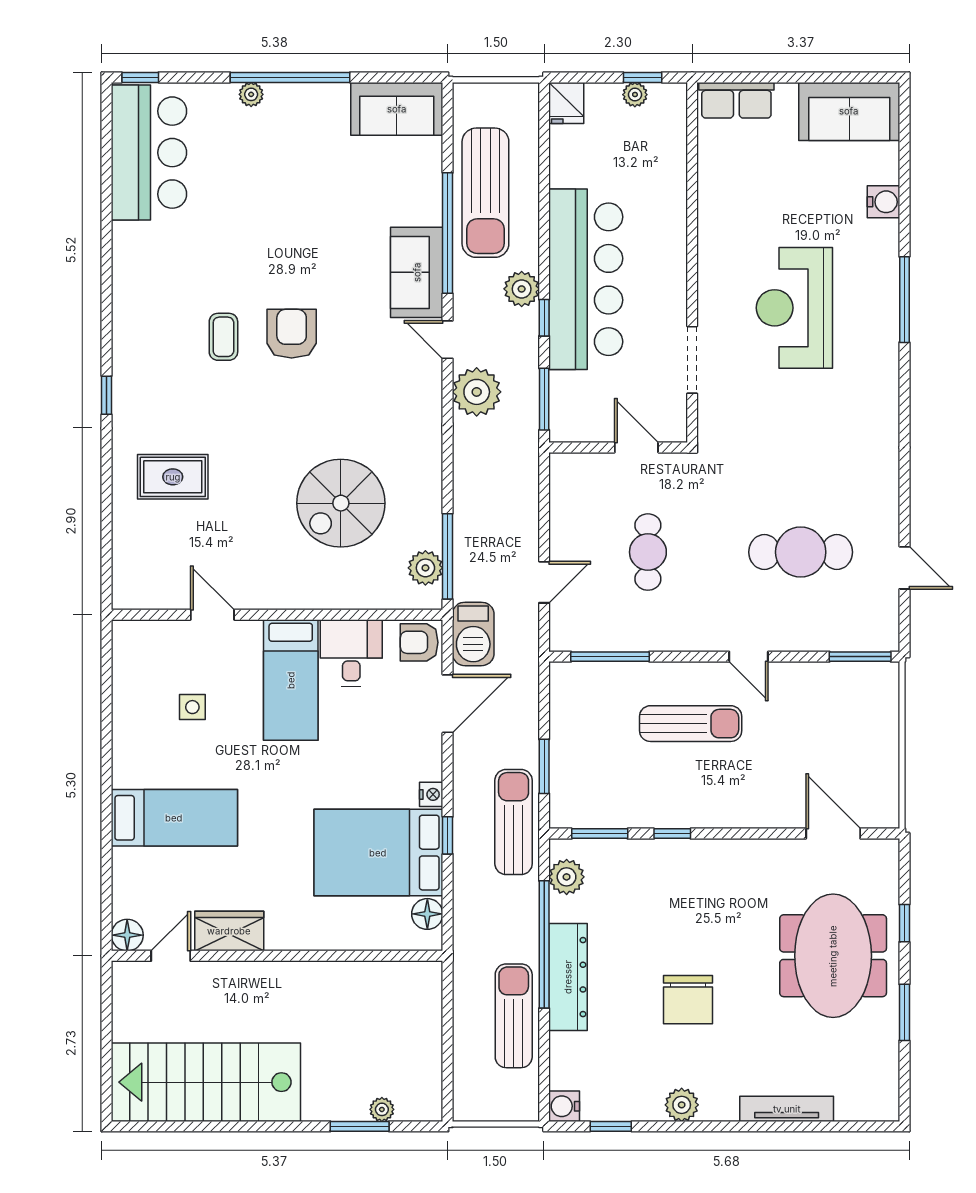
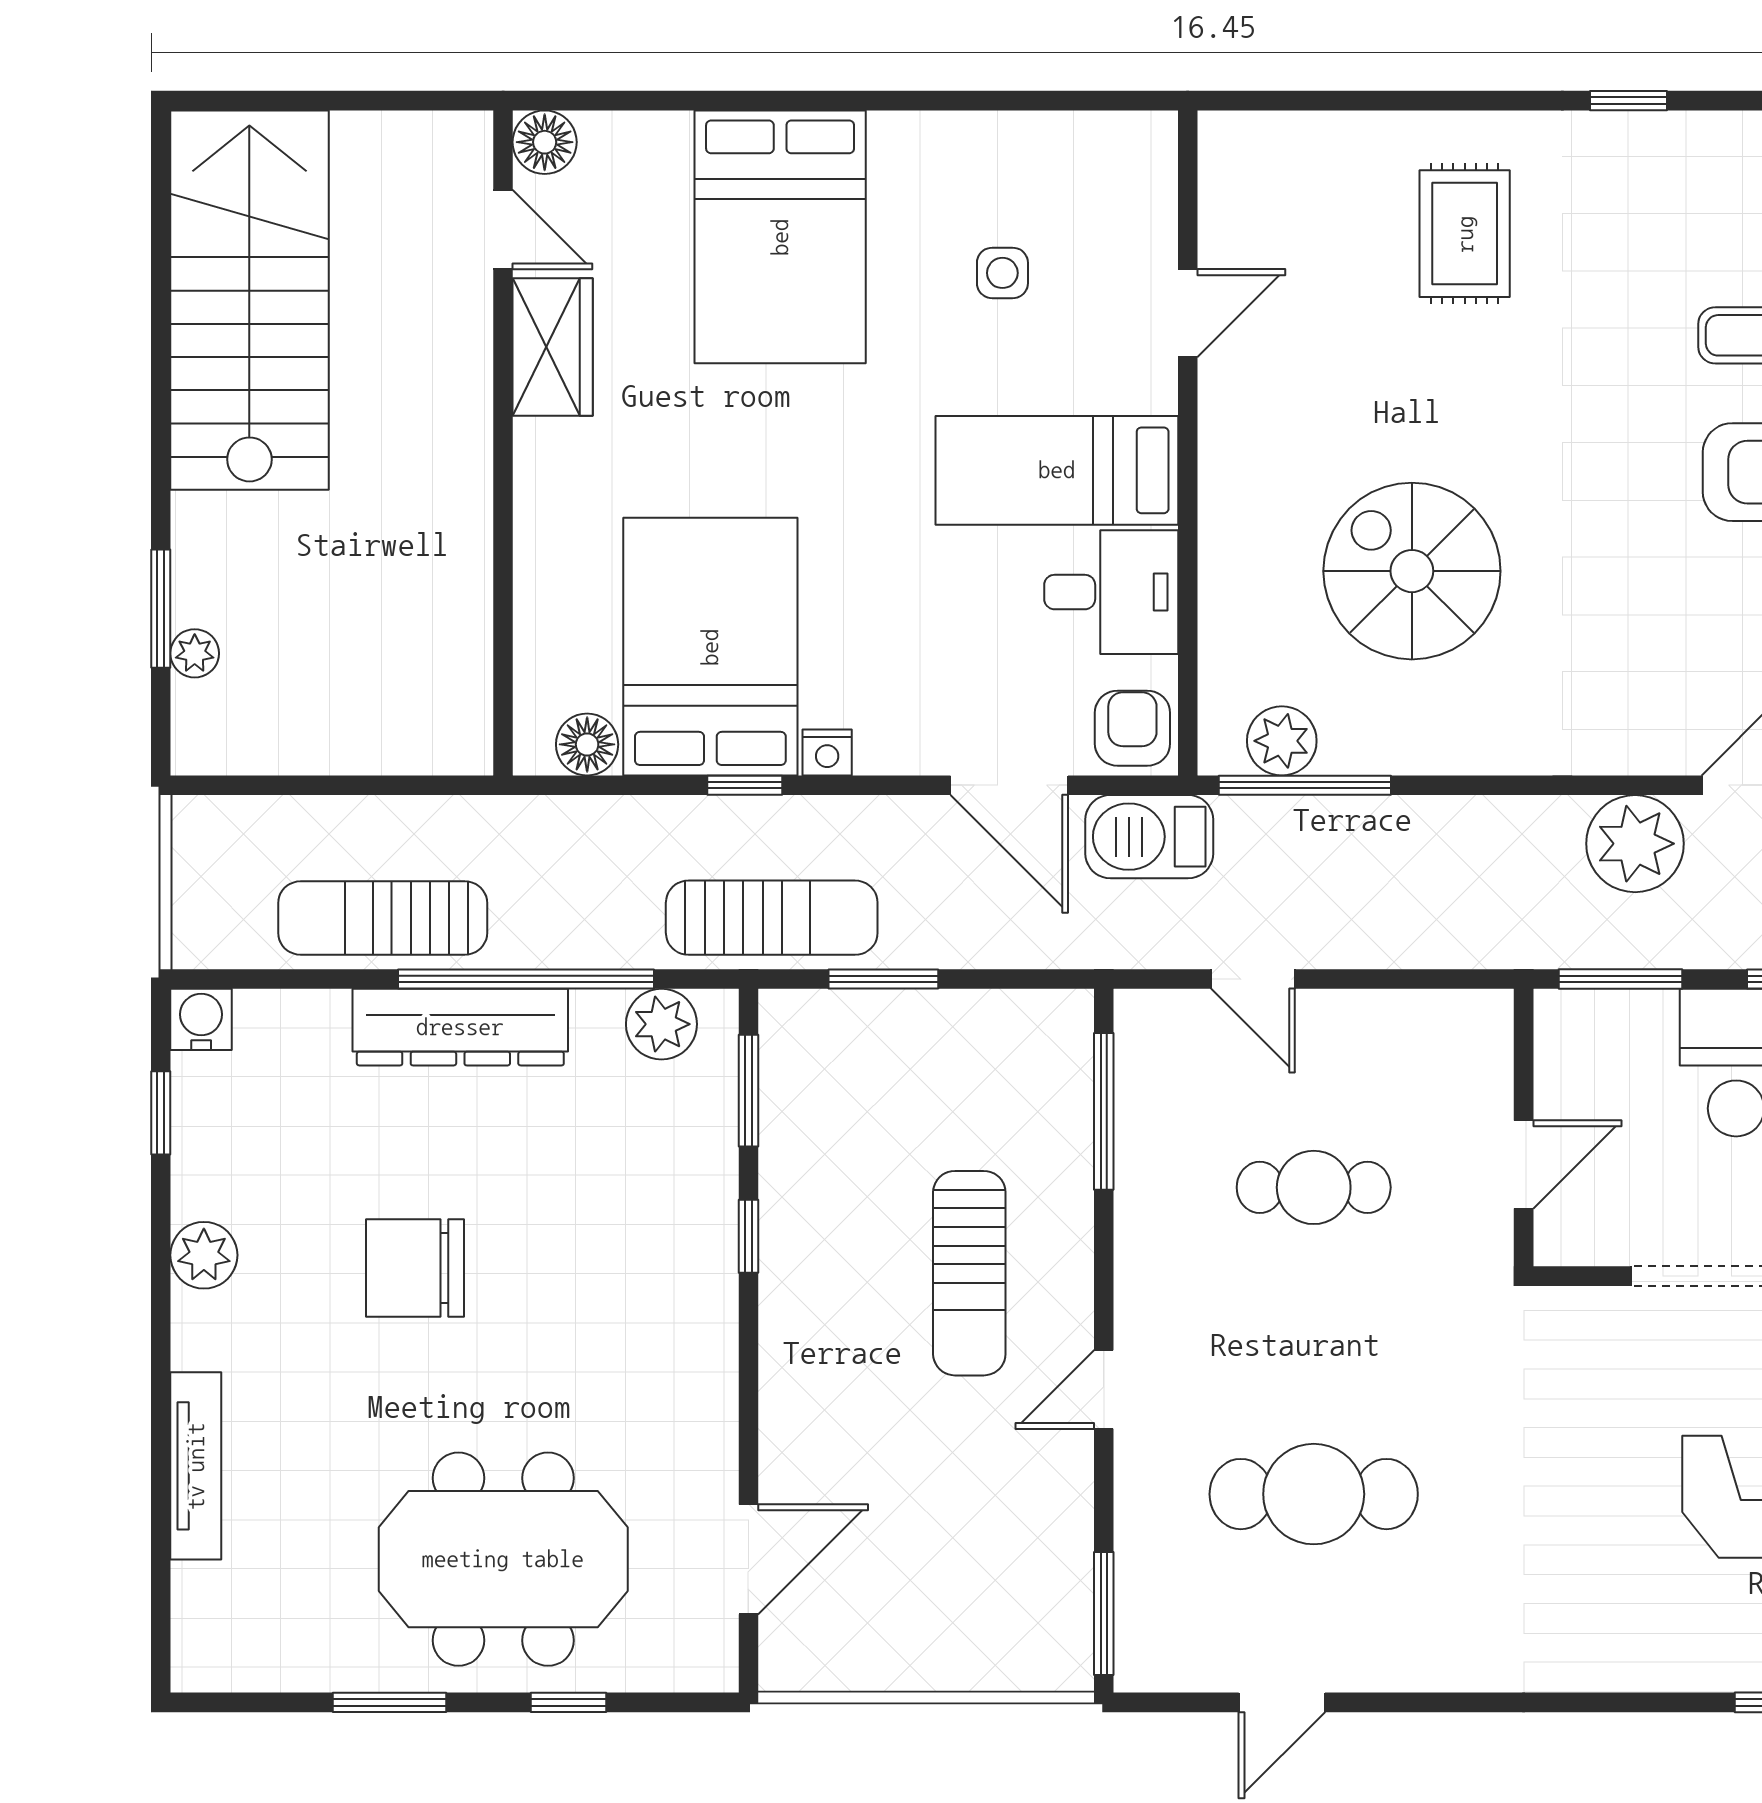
cafe table: (801, 552) -> (1314, 1494), turned 90
bed: (174, 818) -> (780, 237), width x1.50
sun lounger: (514, 1016) -> (383, 918), turned 180

